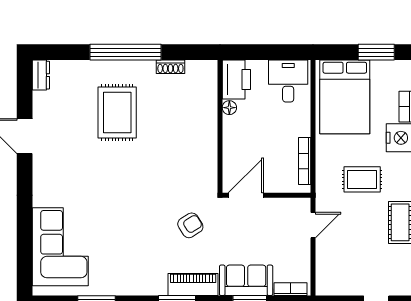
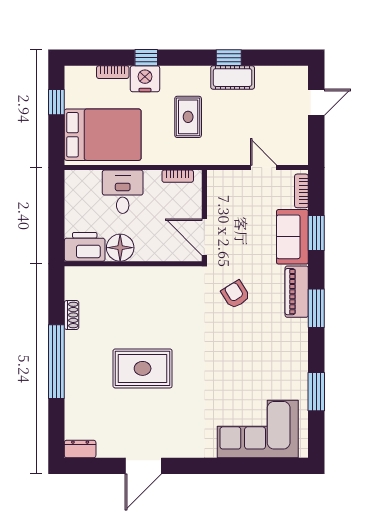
window: (376, 52) -> (56, 102), width x0.67
desk: (288, 81) -> (123, 192), moved, turned 90
floor lamp: (229, 108) -> (120, 248), width x1.89, depth x1.89
rug: (117, 112) -> (143, 368), moved
bookcase: (305, 161) -> (178, 176), width x0.64
door: (313, 225) -> (264, 168), moved

